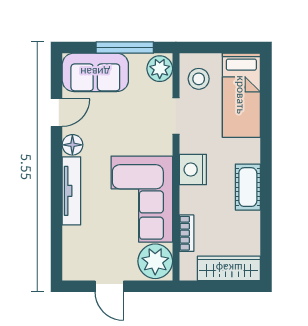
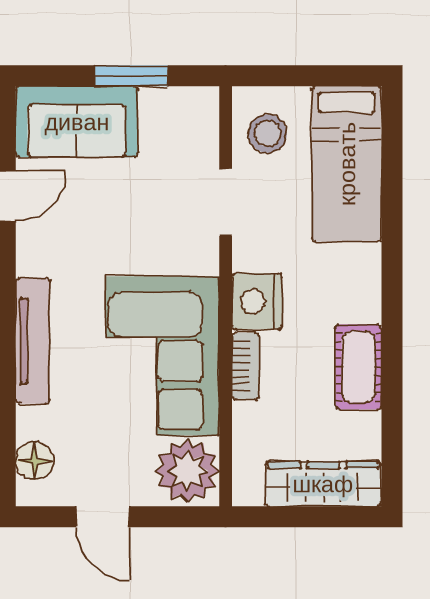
window: (125, 48) -> (131, 76), width x0.69
plant: (160, 69) -> (196, 115), removed
floor lamp: (72, 145) -> (34, 461), moved
cot: (248, 187) -> (358, 367), moved
bookcase: (187, 233) -> (245, 366), moved

